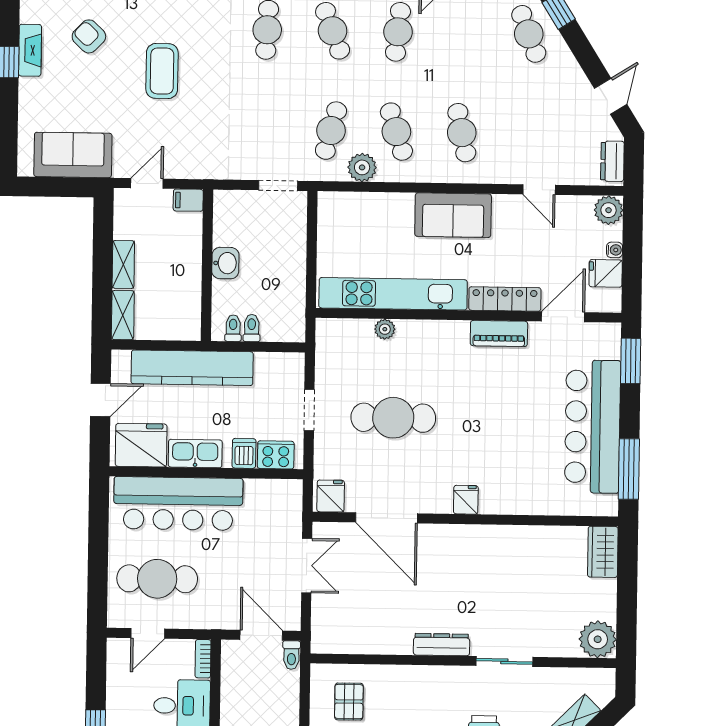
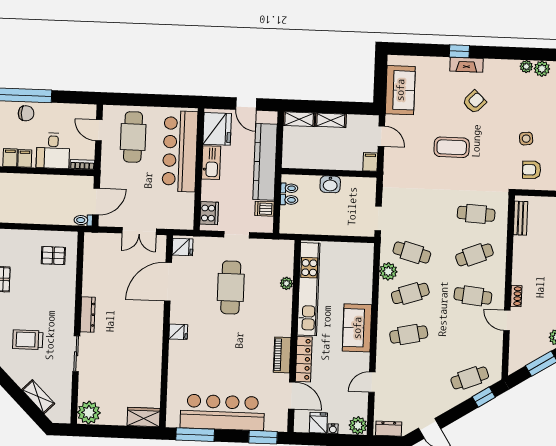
dishwasher: (244, 453) -> (264, 209), moved, turned 180

